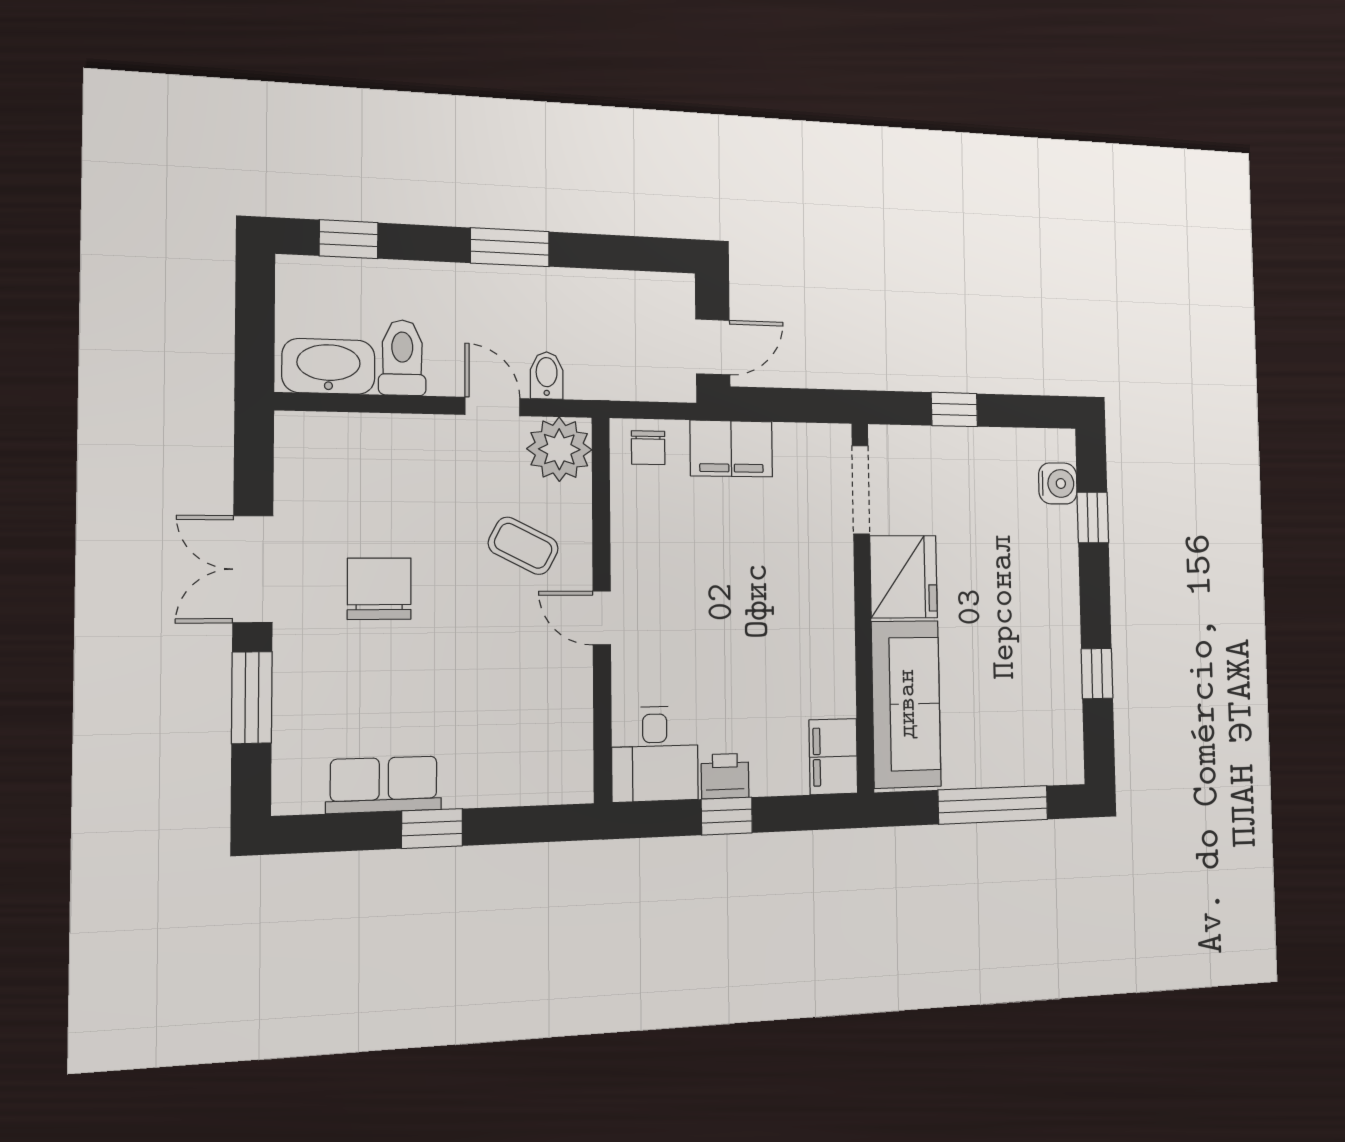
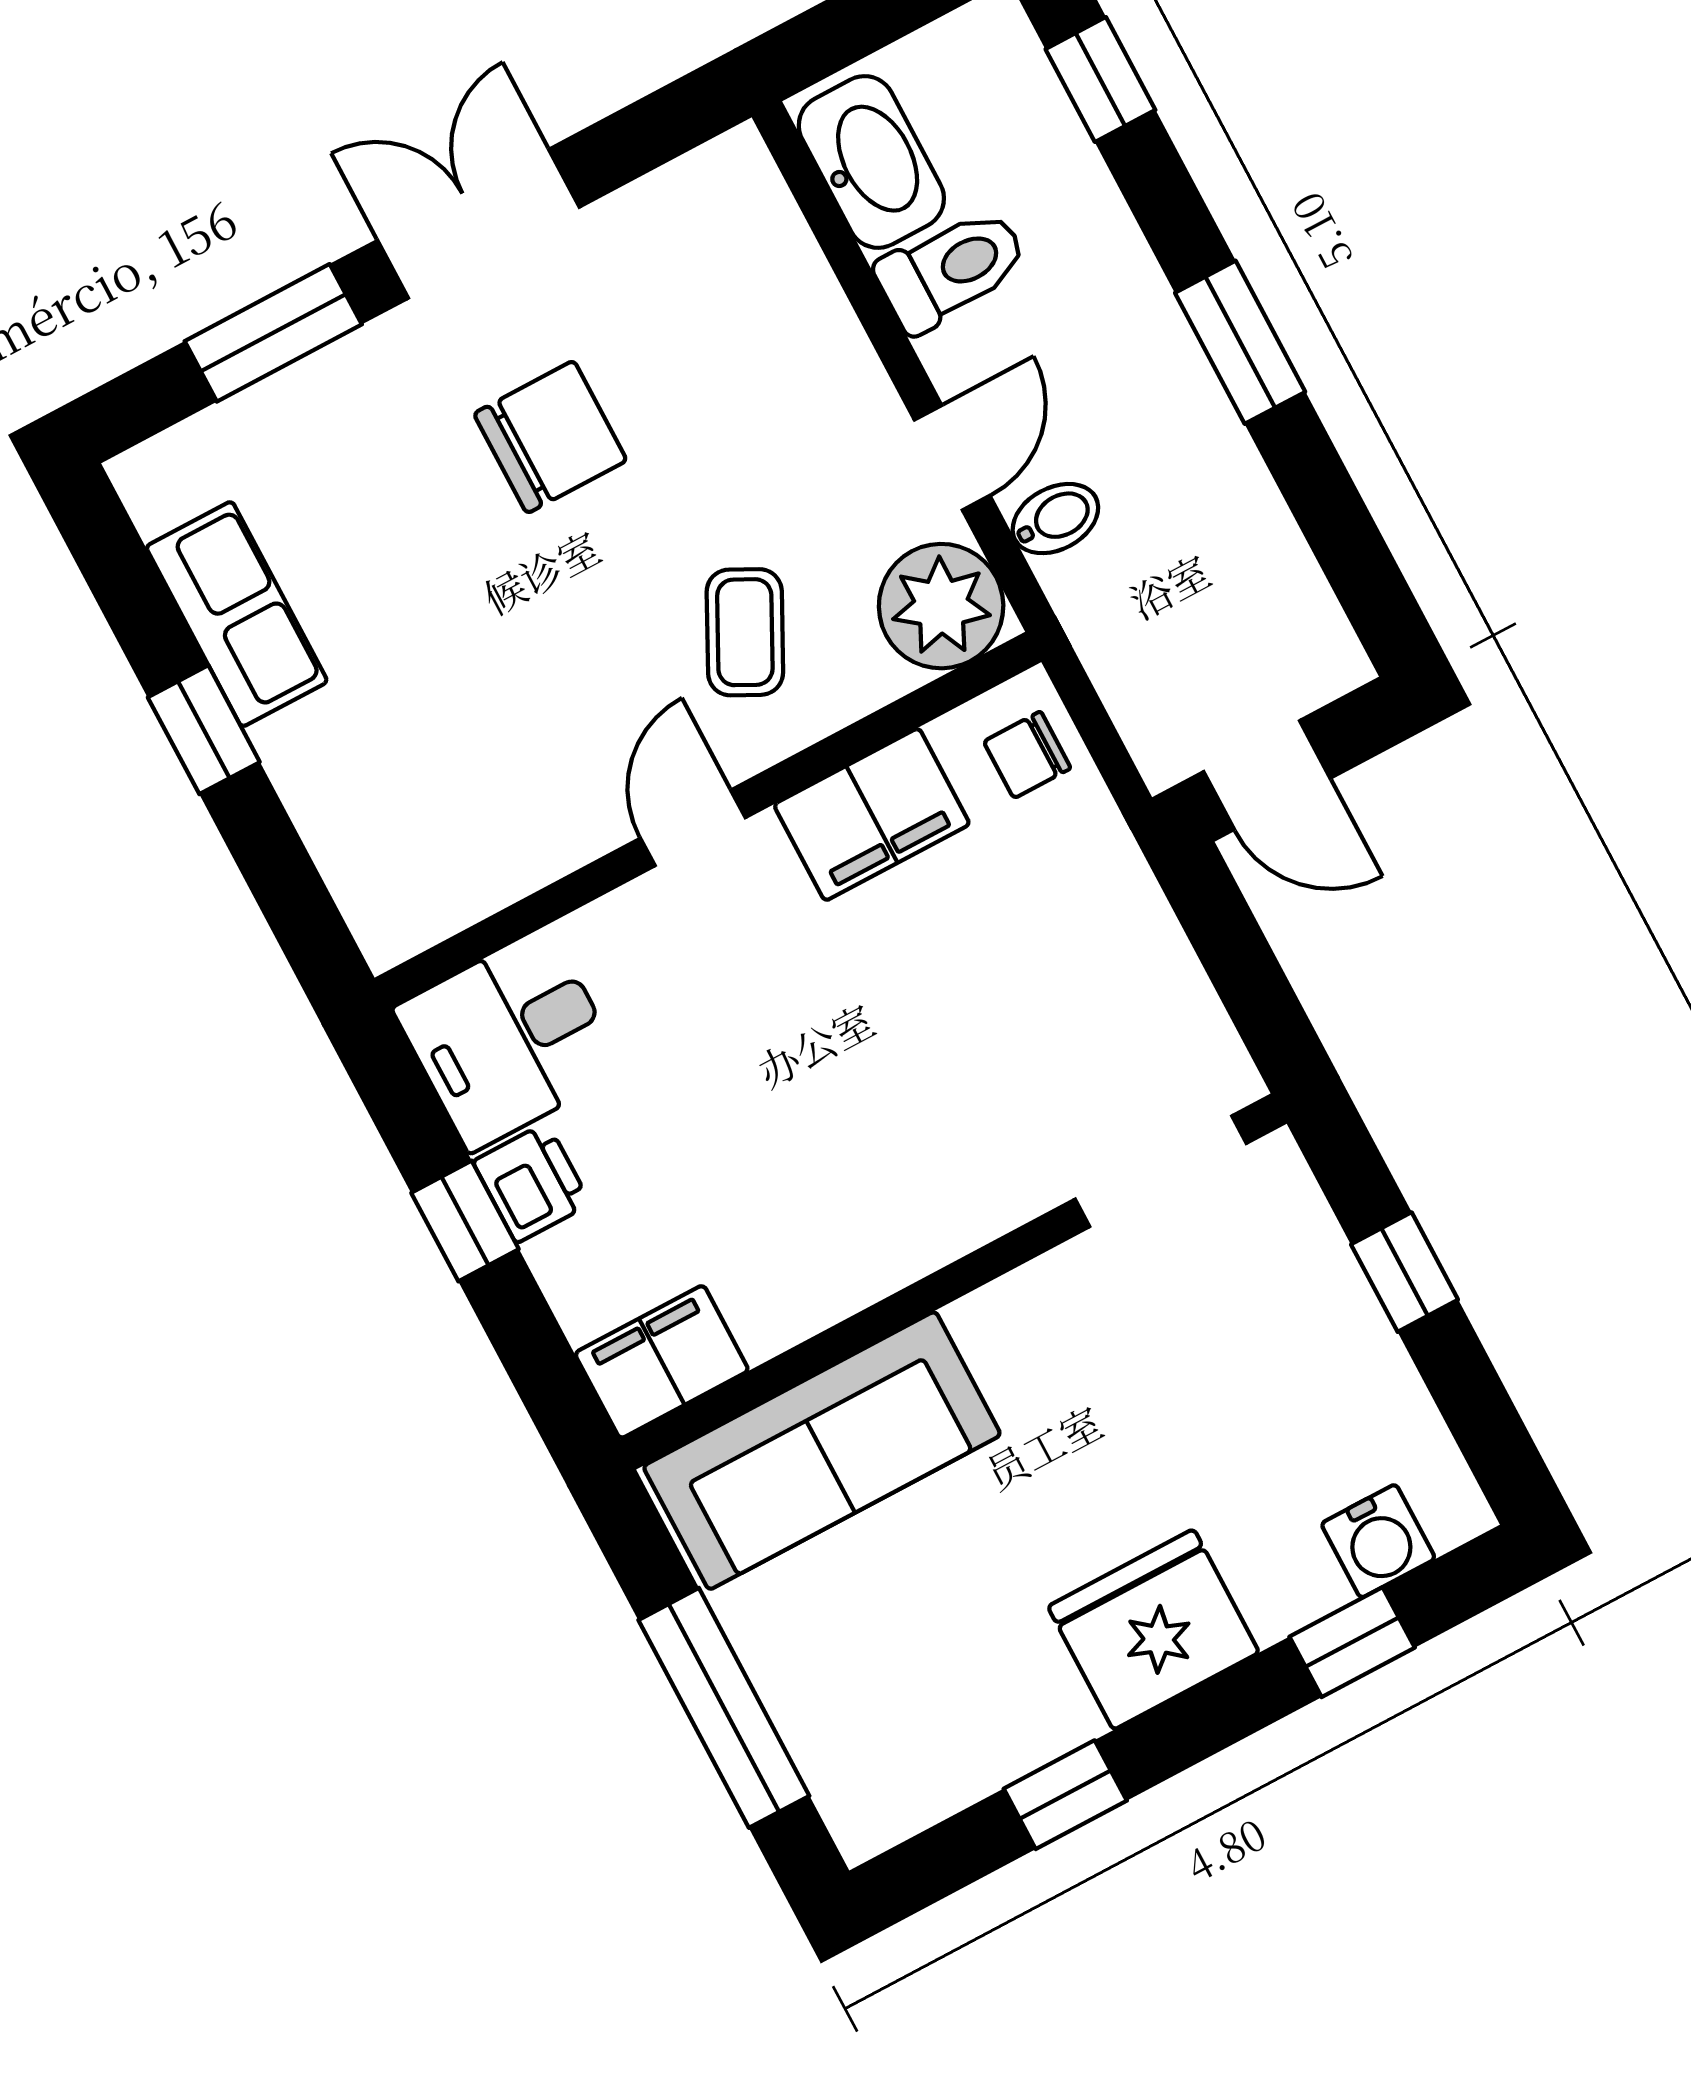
filing cabinet: (731, 449) -> (872, 814), moved, turned -90
fridge: (904, 577) -> (1153, 1629), moved, turned 180

